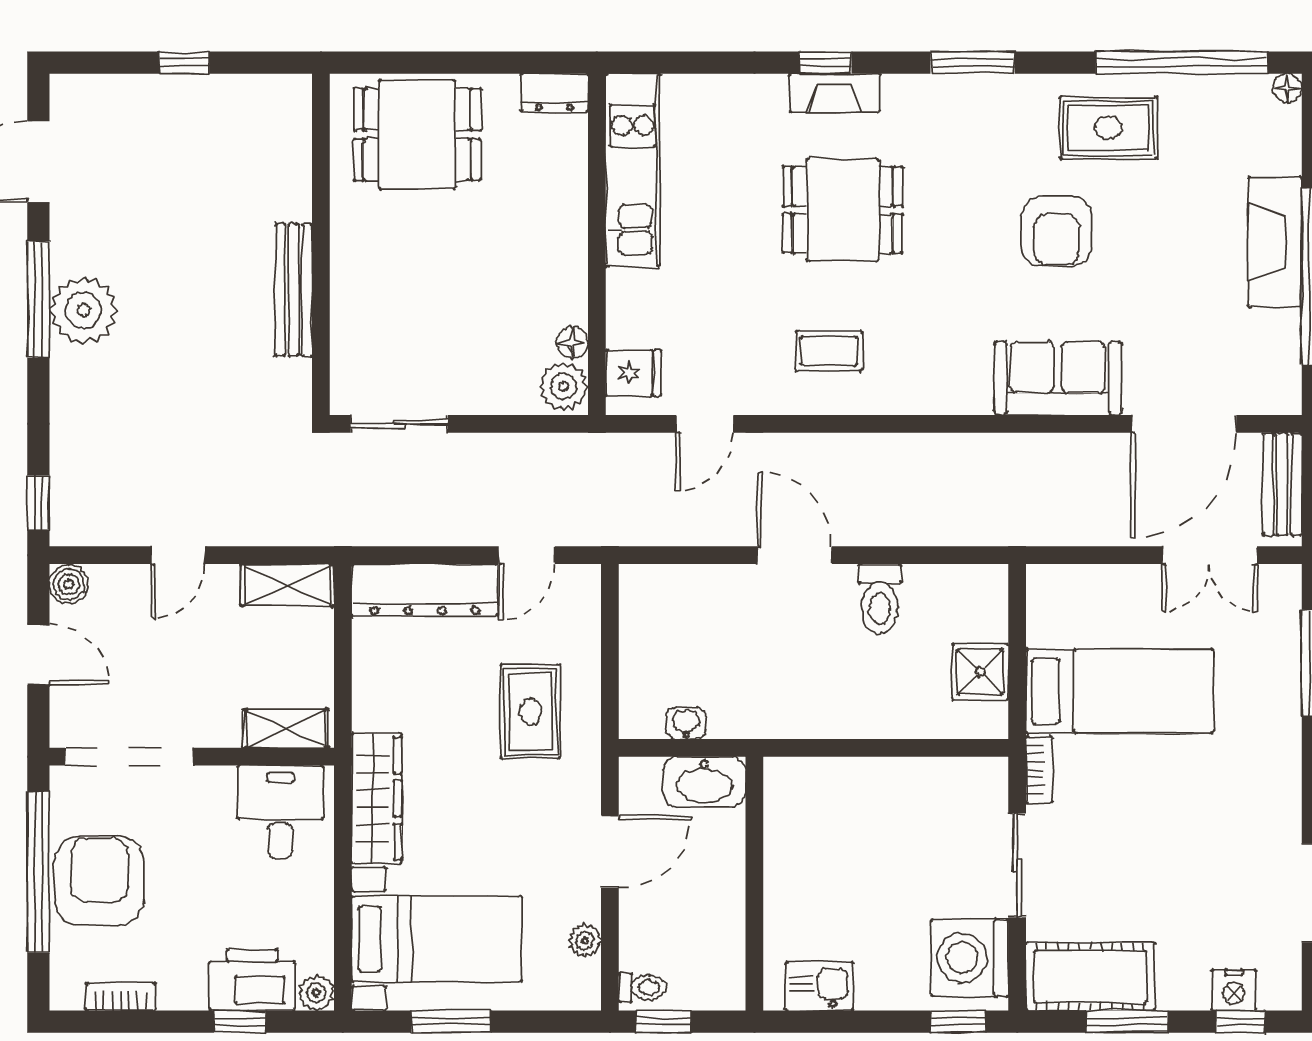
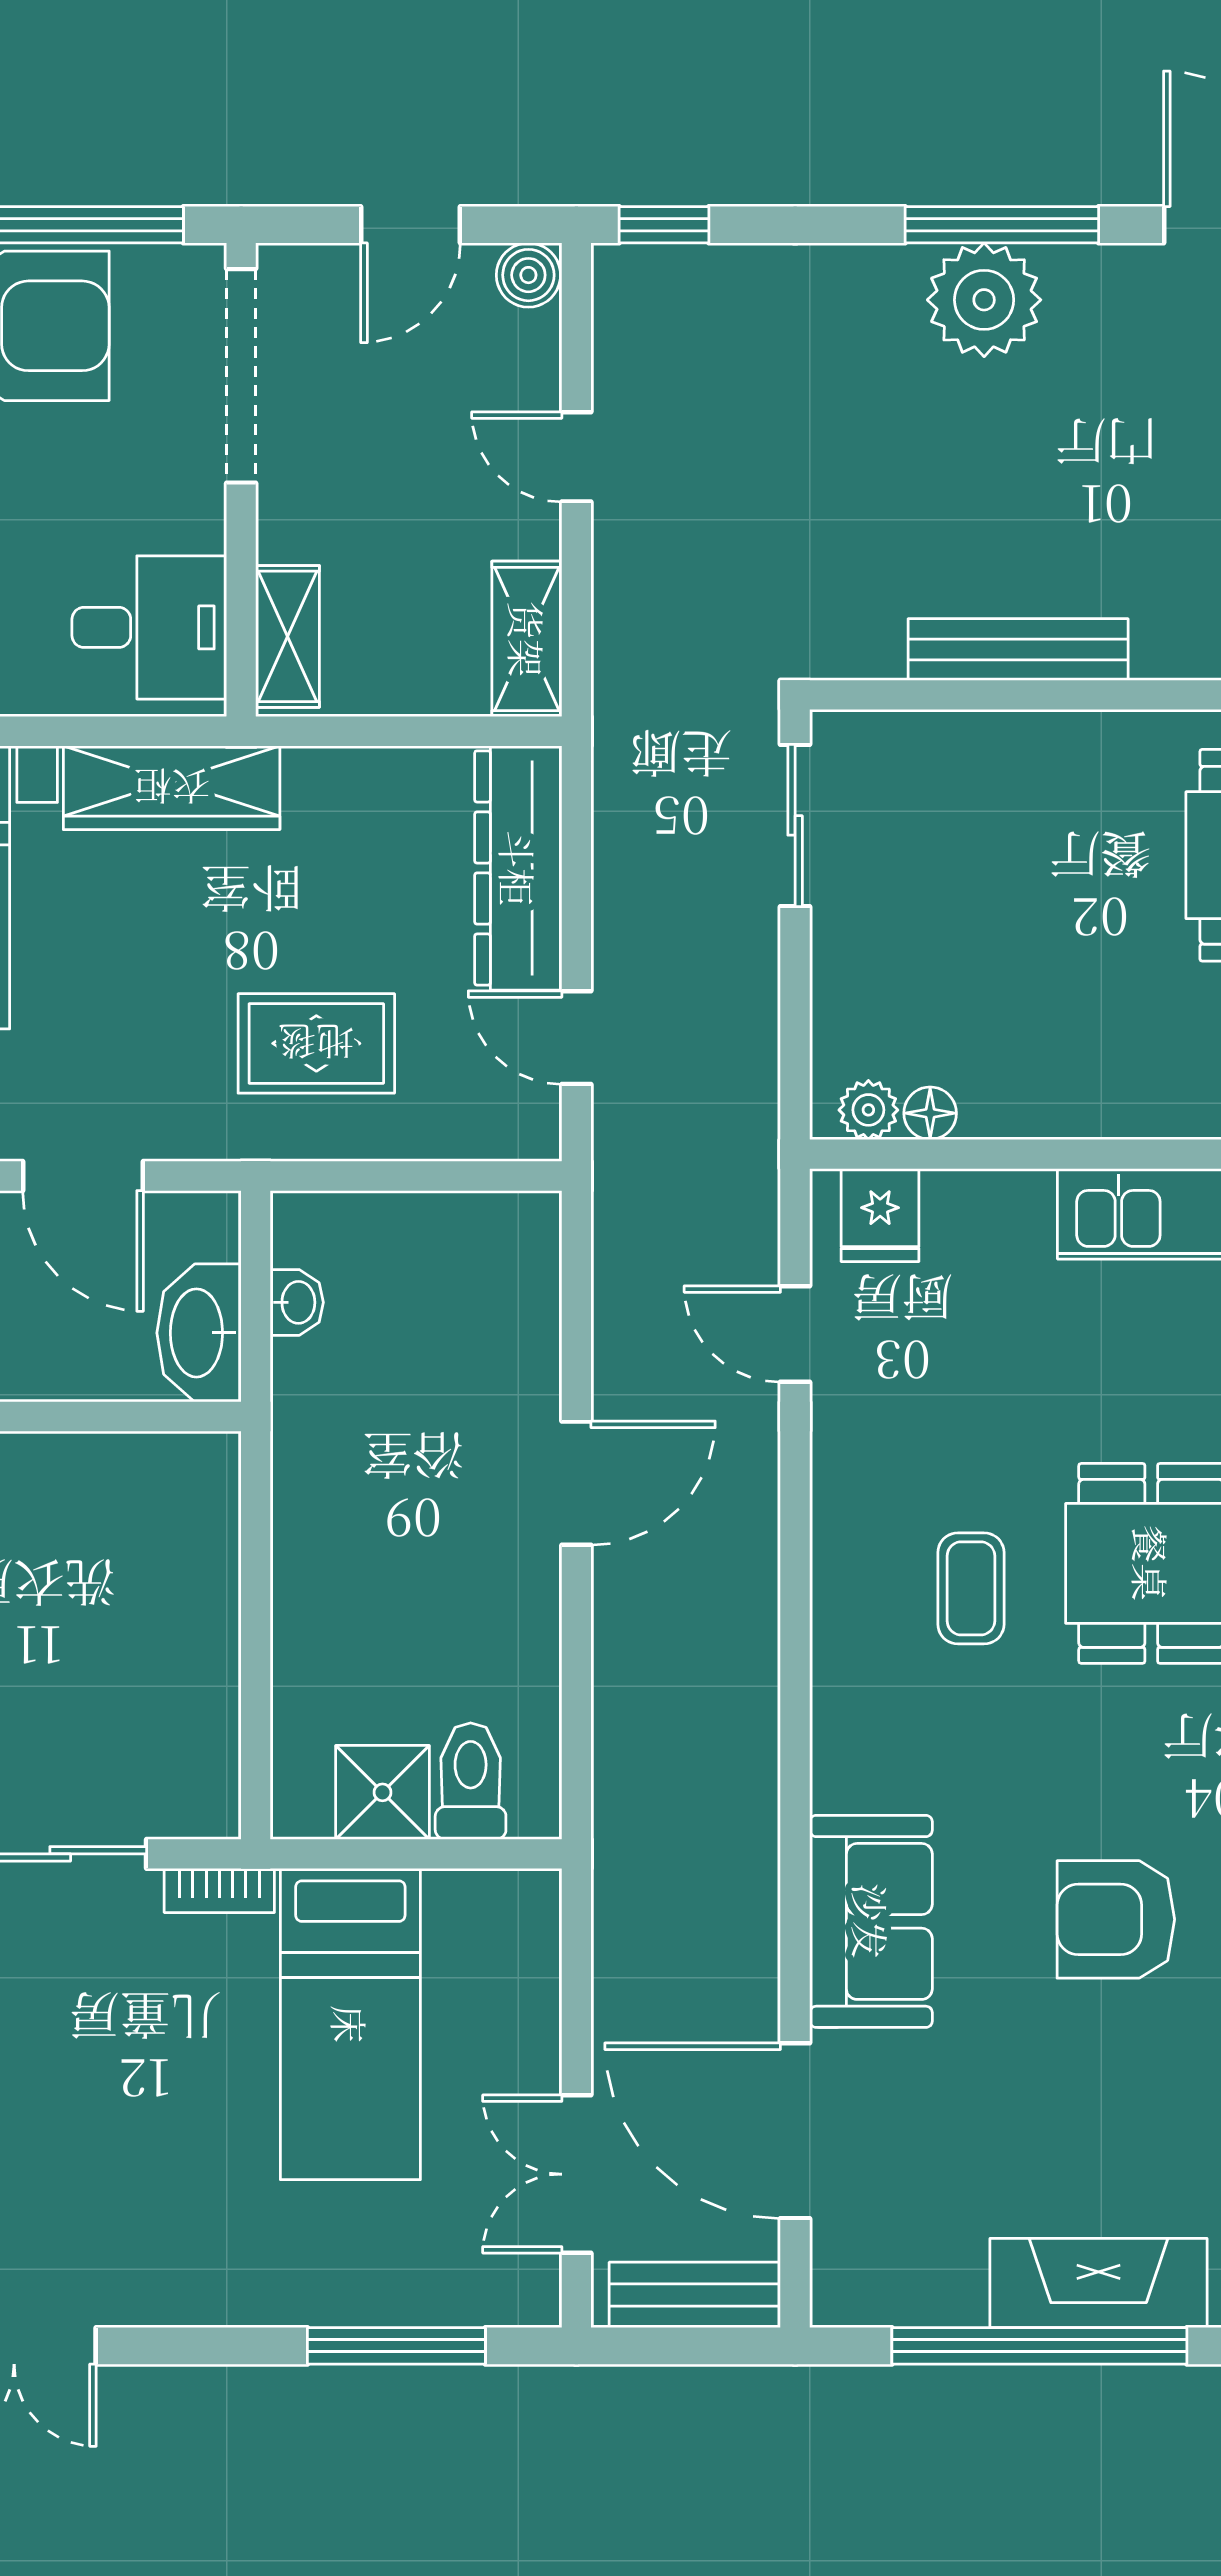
coffee table: (829, 351) -> (971, 1588), moved
plant: (564, 386) -> (868, 1110), width x0.73, depth x0.73
toilet: (880, 599) -> (471, 1781), moved, turned 90

